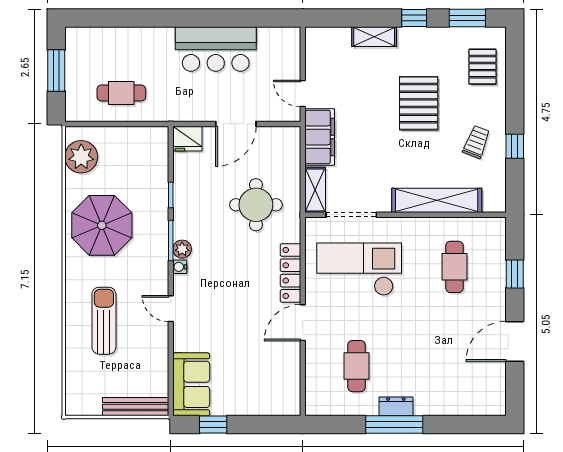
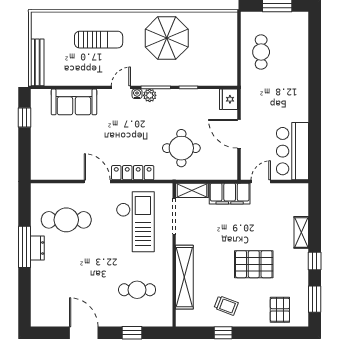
bar counter: (216, 49) -> (292, 151), moved
pallet: (483, 67) -> (280, 310), turned 90
plant: (81, 157) -> (216, 23), removed
door: (171, 309) -> (121, 87), moved
cafe table: (356, 366) -> (66, 220), width x1.37, depth x1.35
sofa: (191, 384) -> (74, 102), moved

